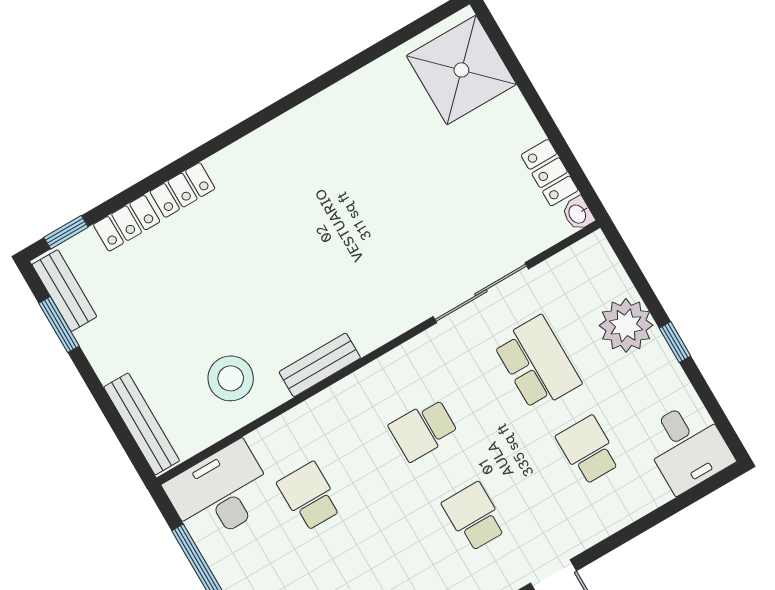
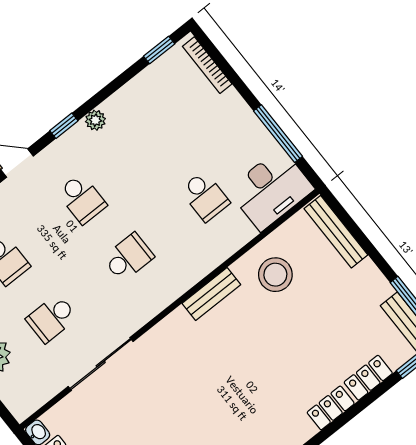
school desk: (537, 363) -> (52, 318), width x0.54

